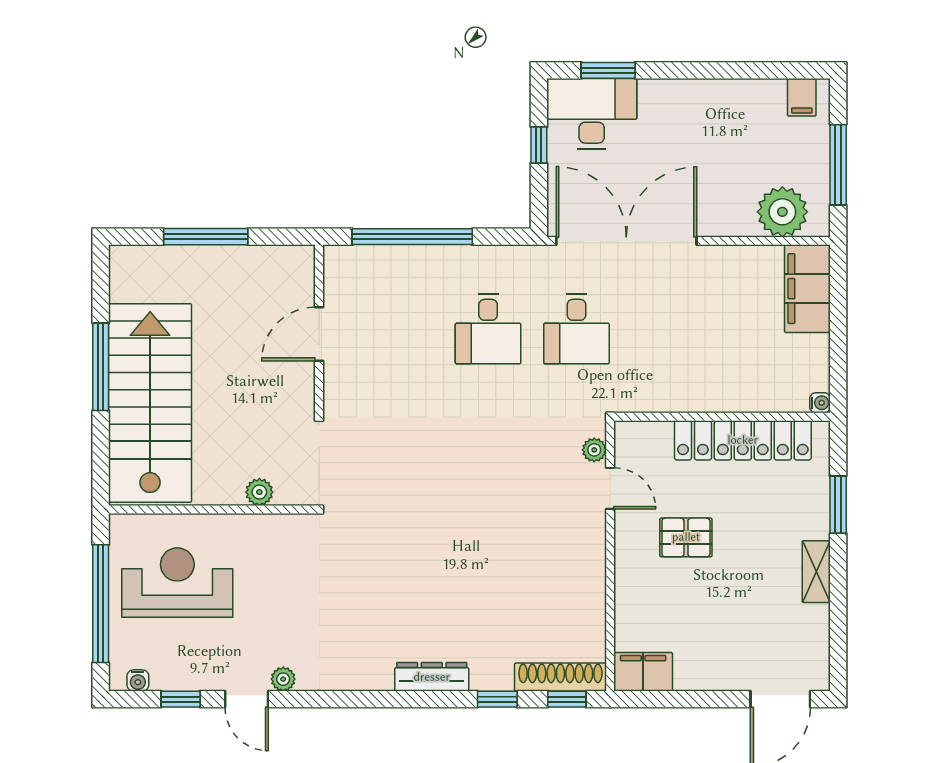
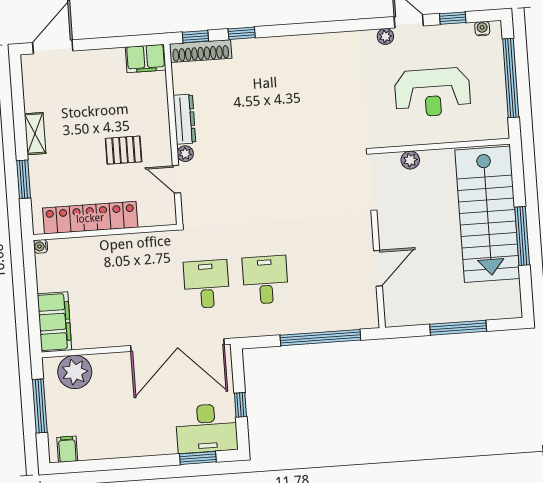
plant: (594, 450) -> (185, 154), moved
reception desk: (177, 583) -> (433, 92), moved
dresser: (432, 677) -> (184, 119), moved, turned -90

